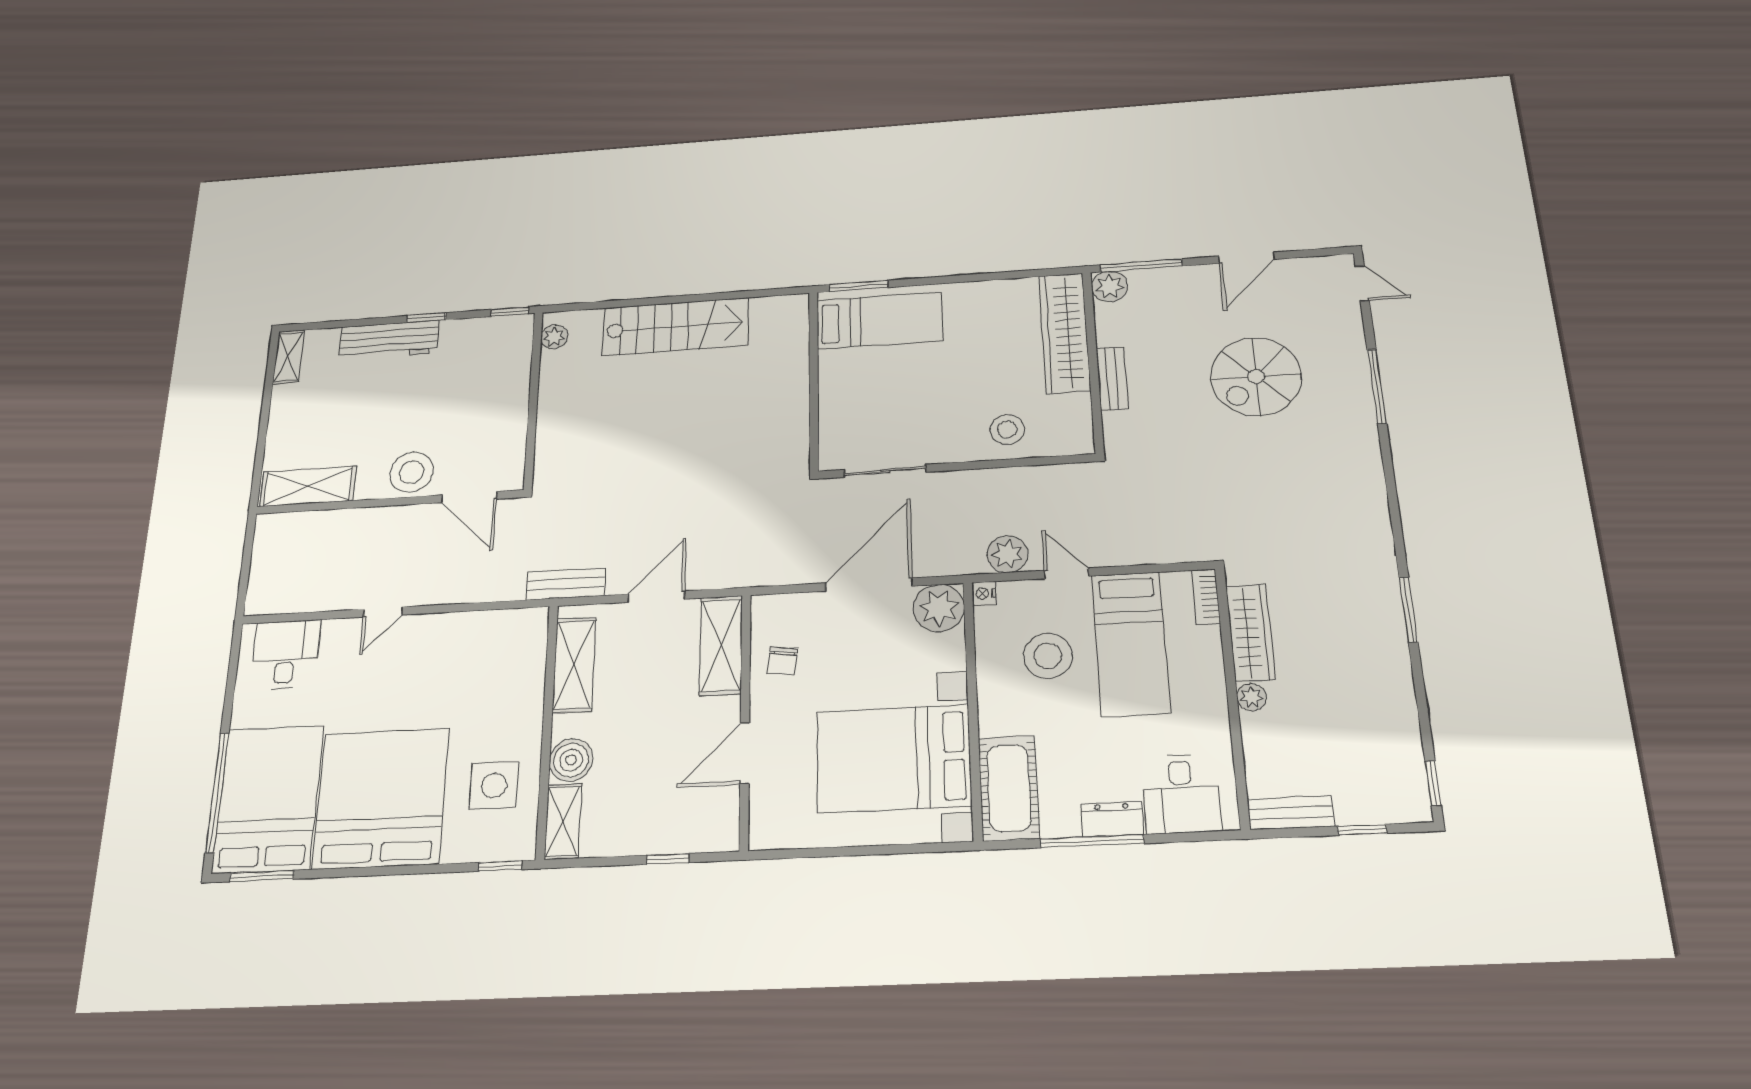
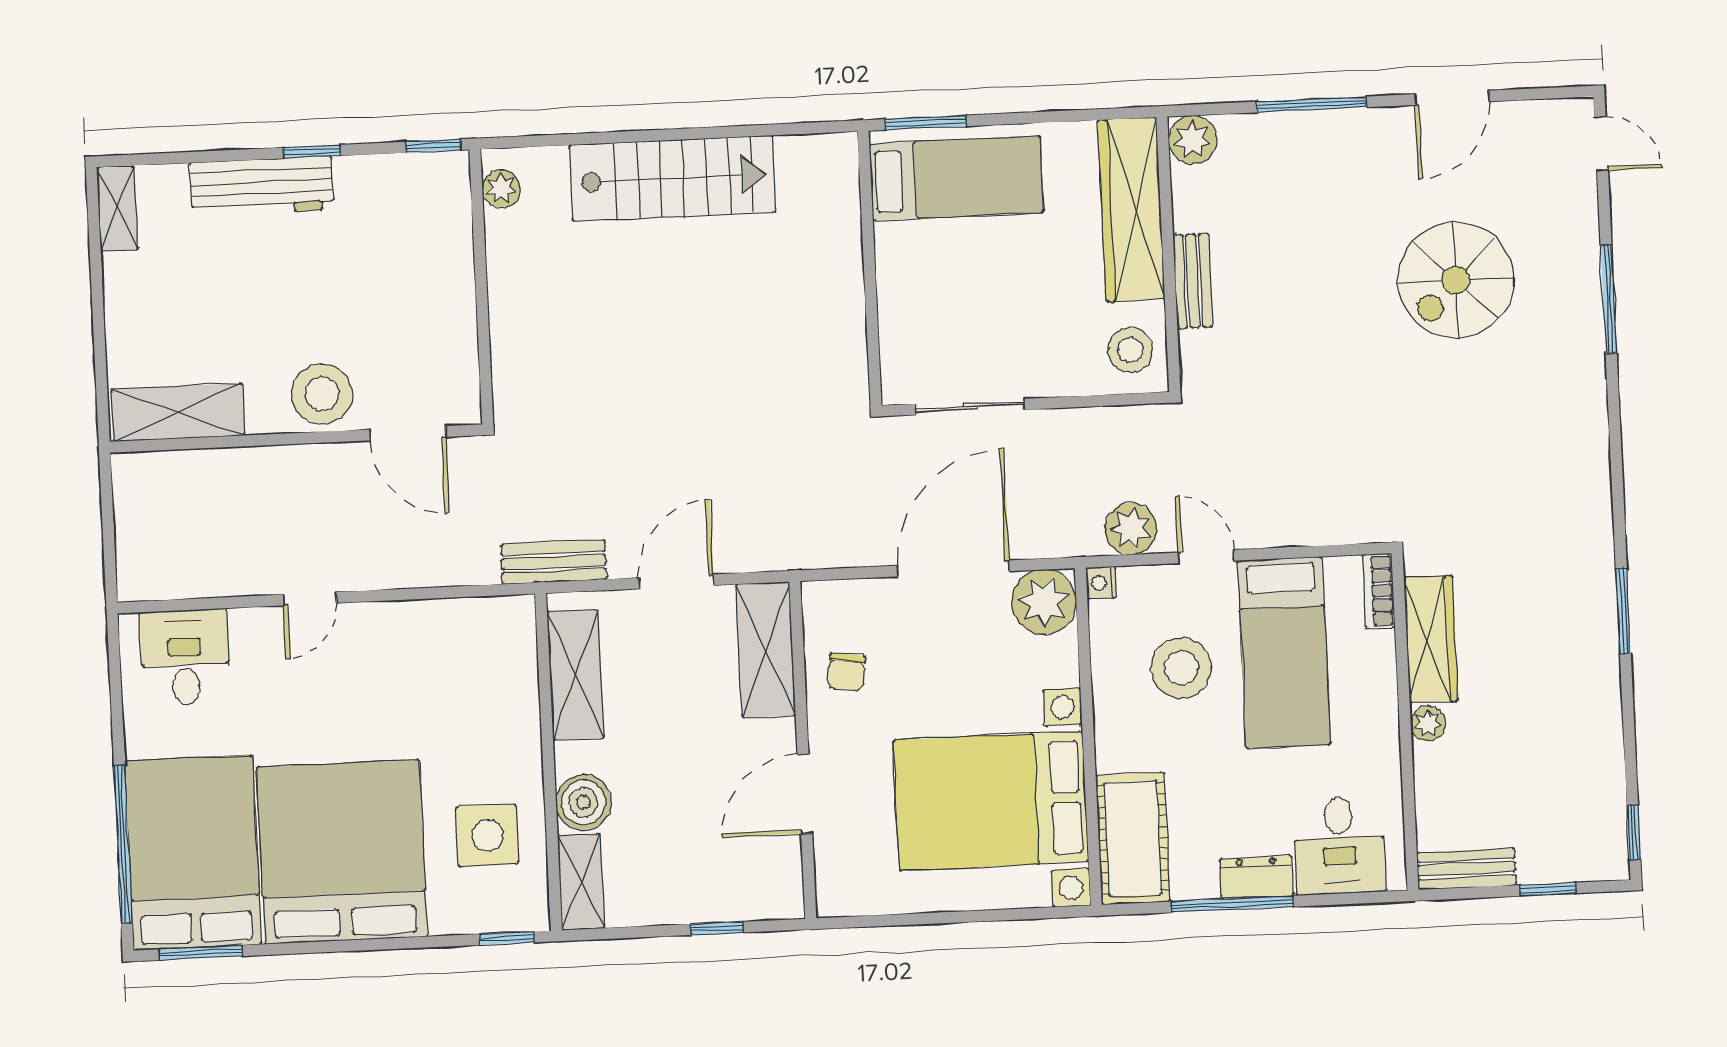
plant: (1110, 287) -> (1193, 140), moved
wardrobe: (1065, 333) -> (1131, 209), moved
wall: (1093, 361) -> (1168, 254), moved
bench: (1112, 378) -> (1193, 281), moved

